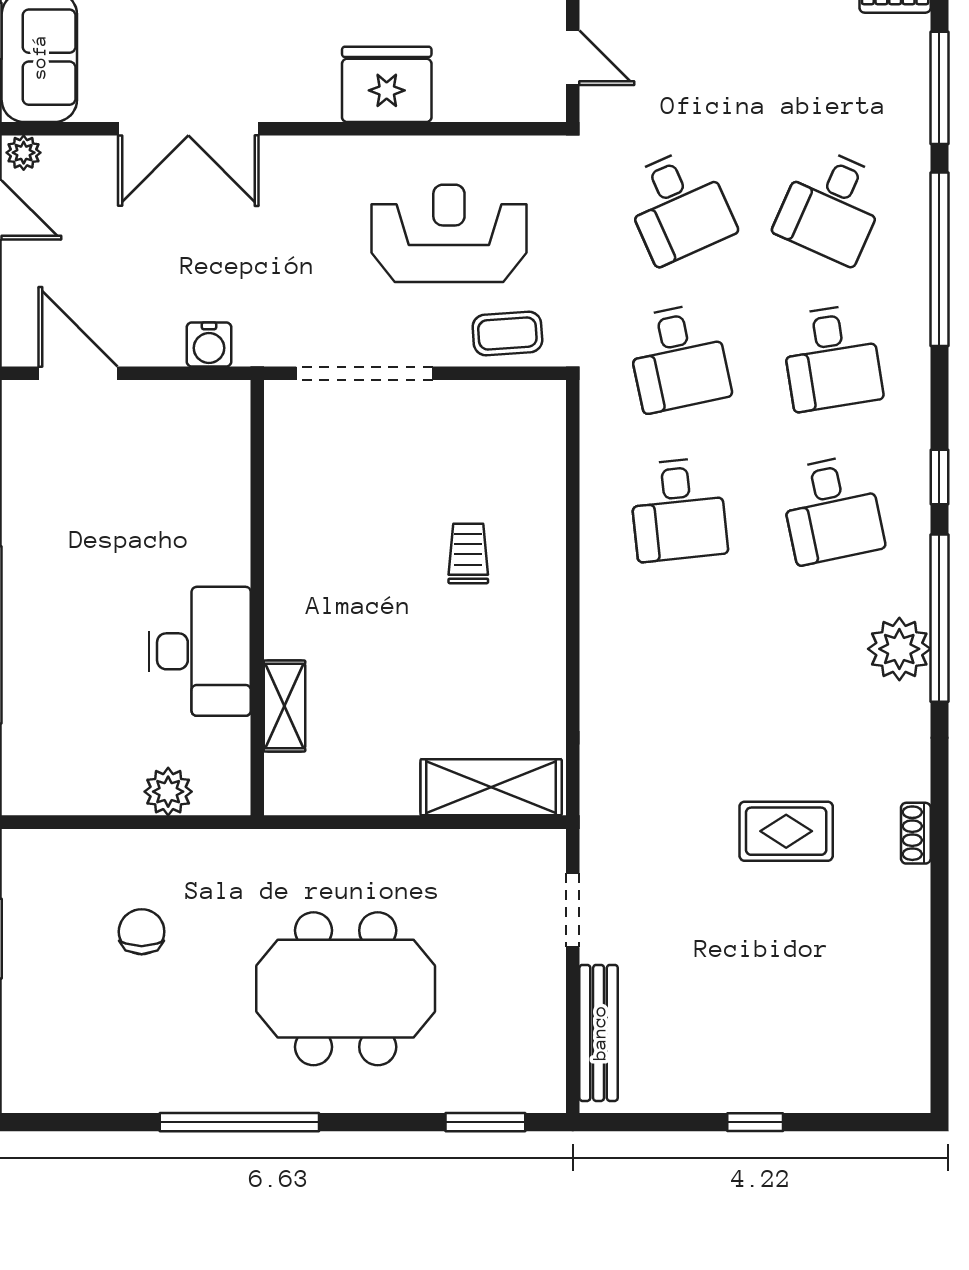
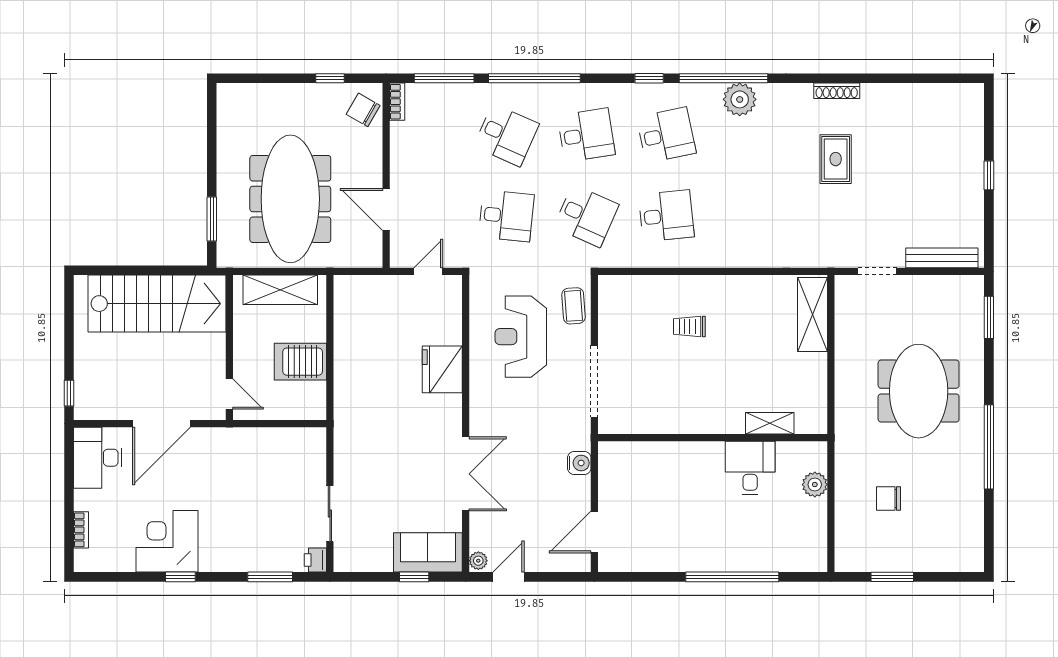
desk: (678, 206) -> (506, 216), turned 30
desk: (678, 358) -> (586, 216), turned 36
desk: (200, 651) -> (750, 468), width x0.73
shoe rack: (916, 833) -> (837, 91), width x1.43

